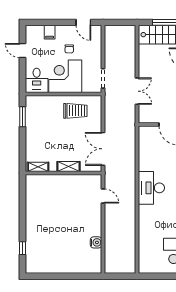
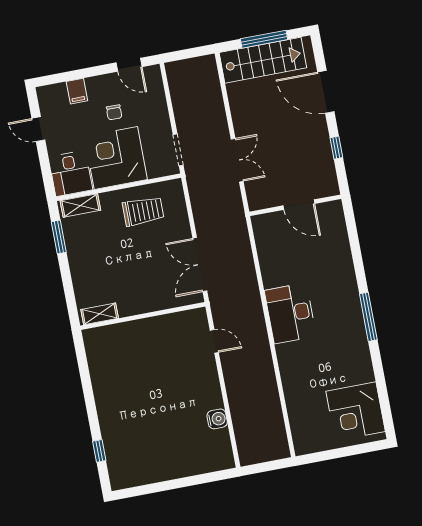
shelving: (69, 167) -> (80, 205), moved

